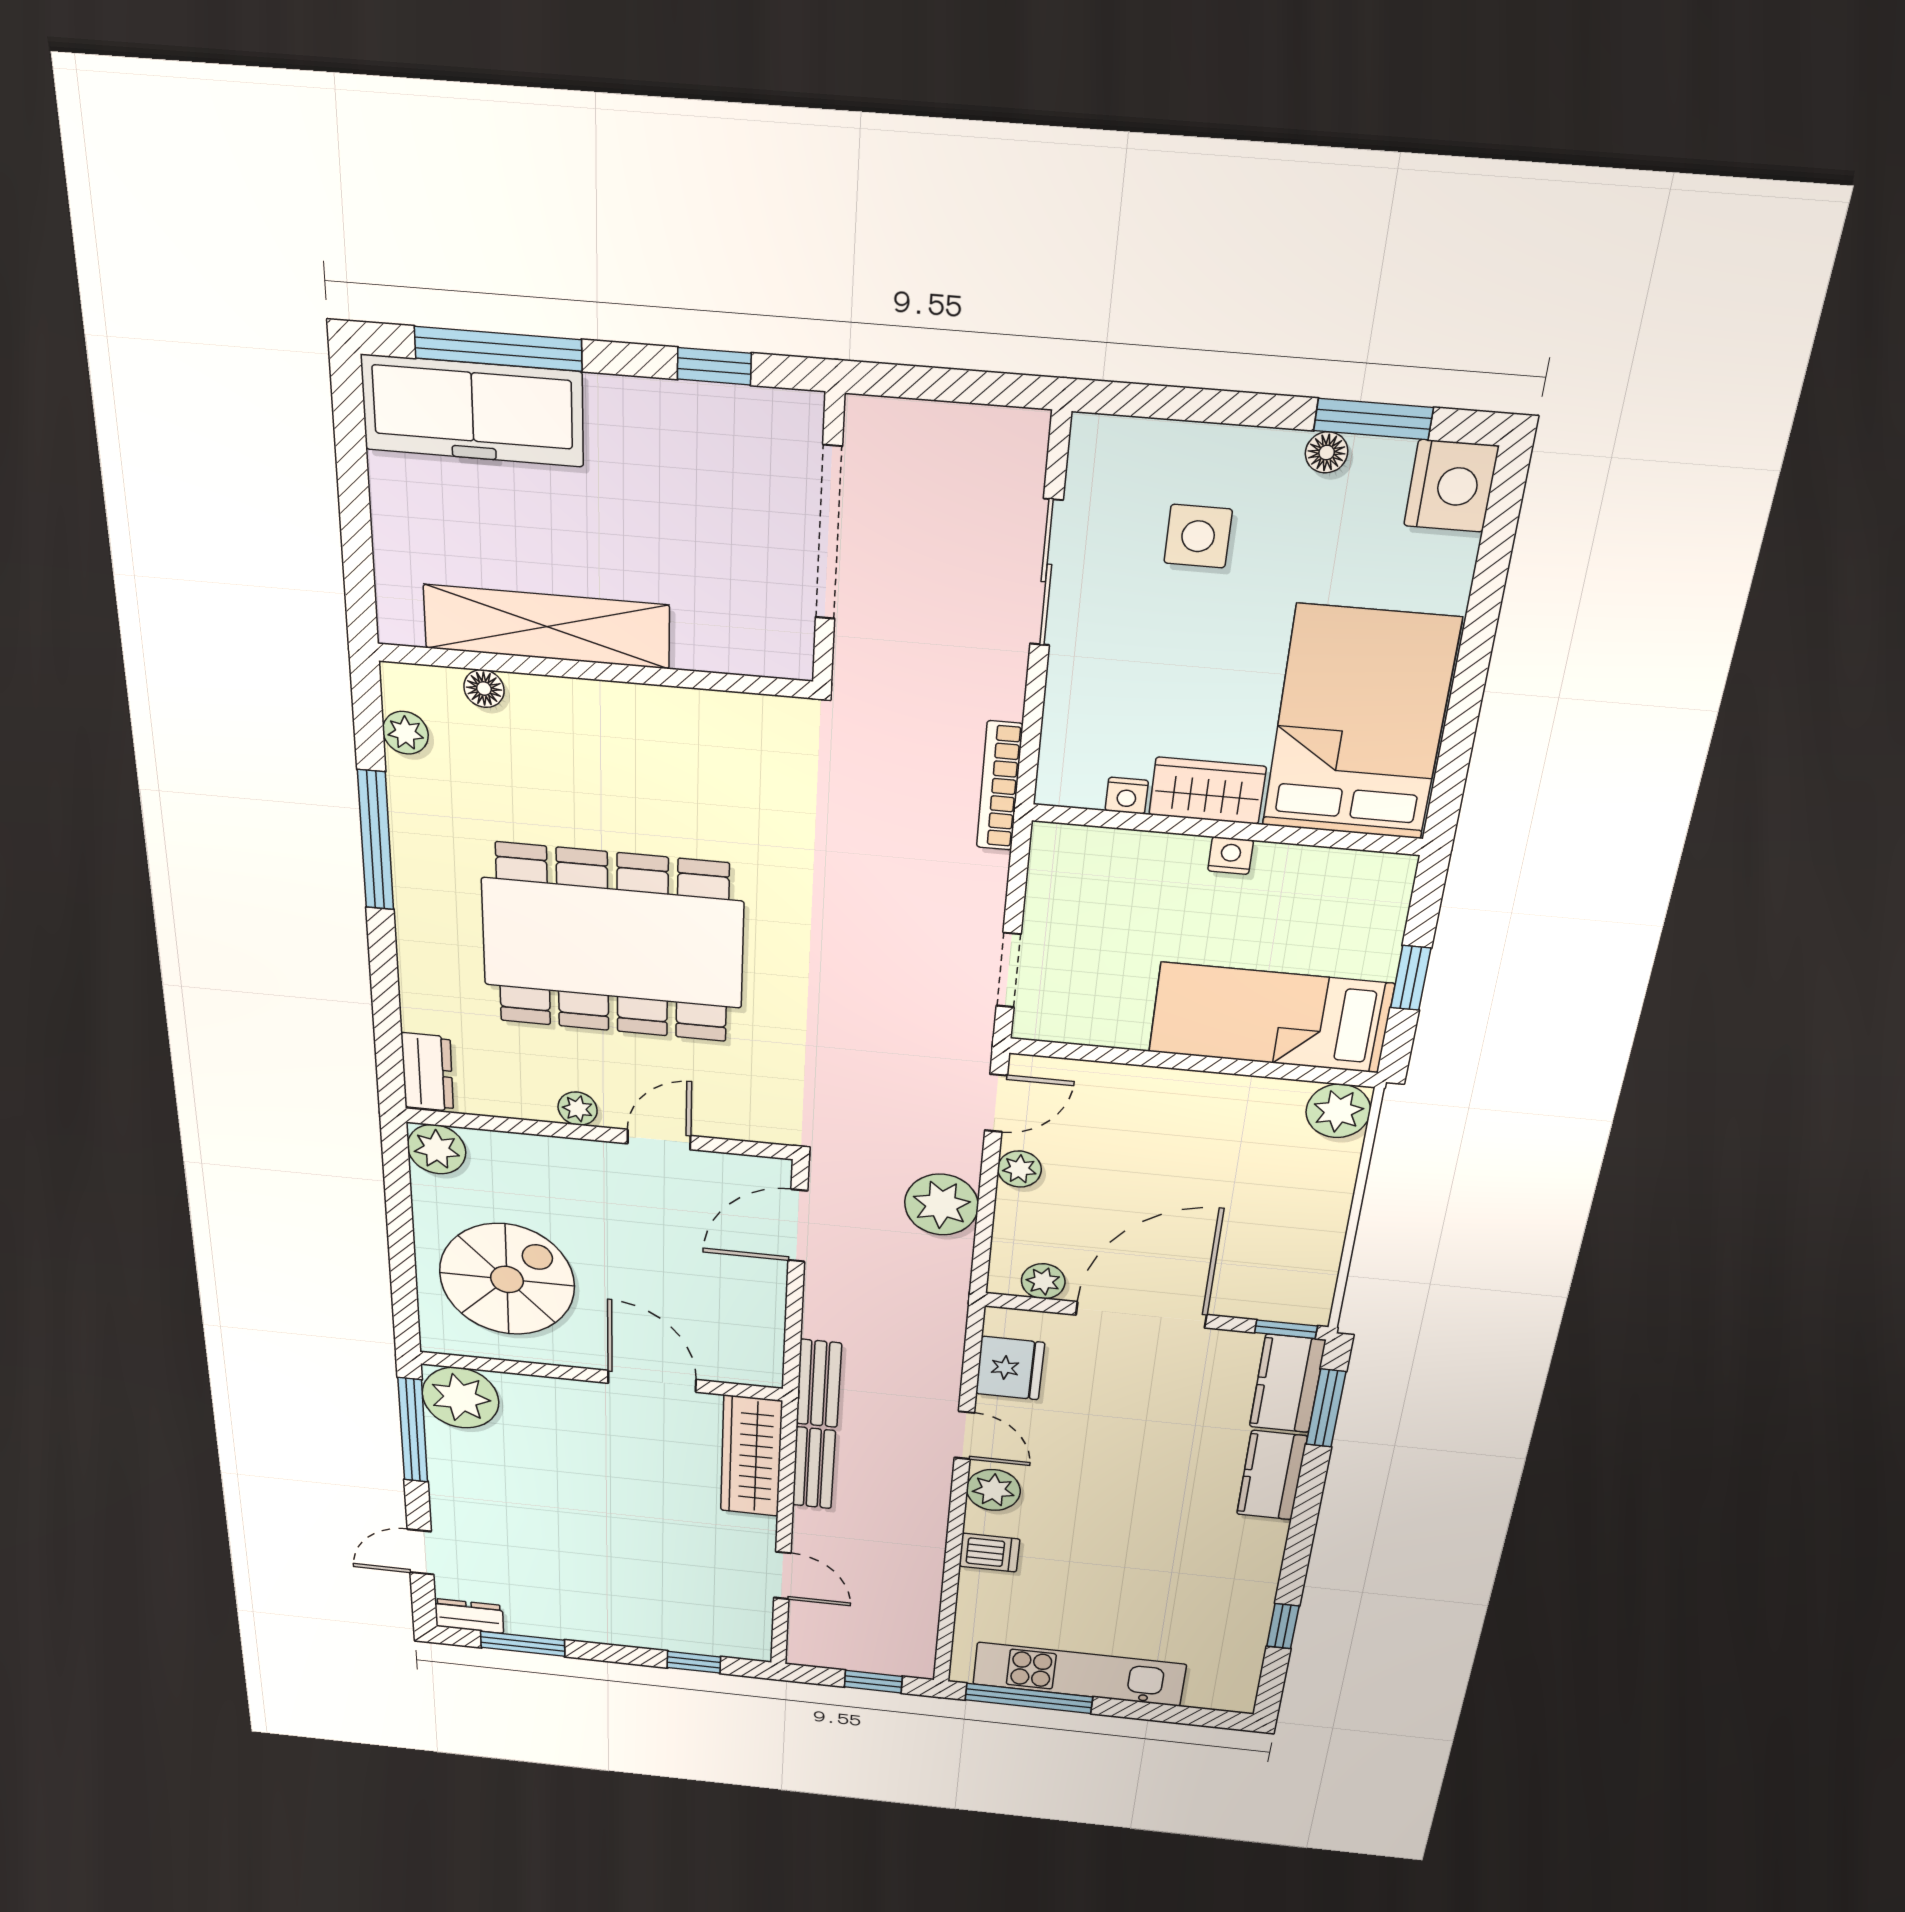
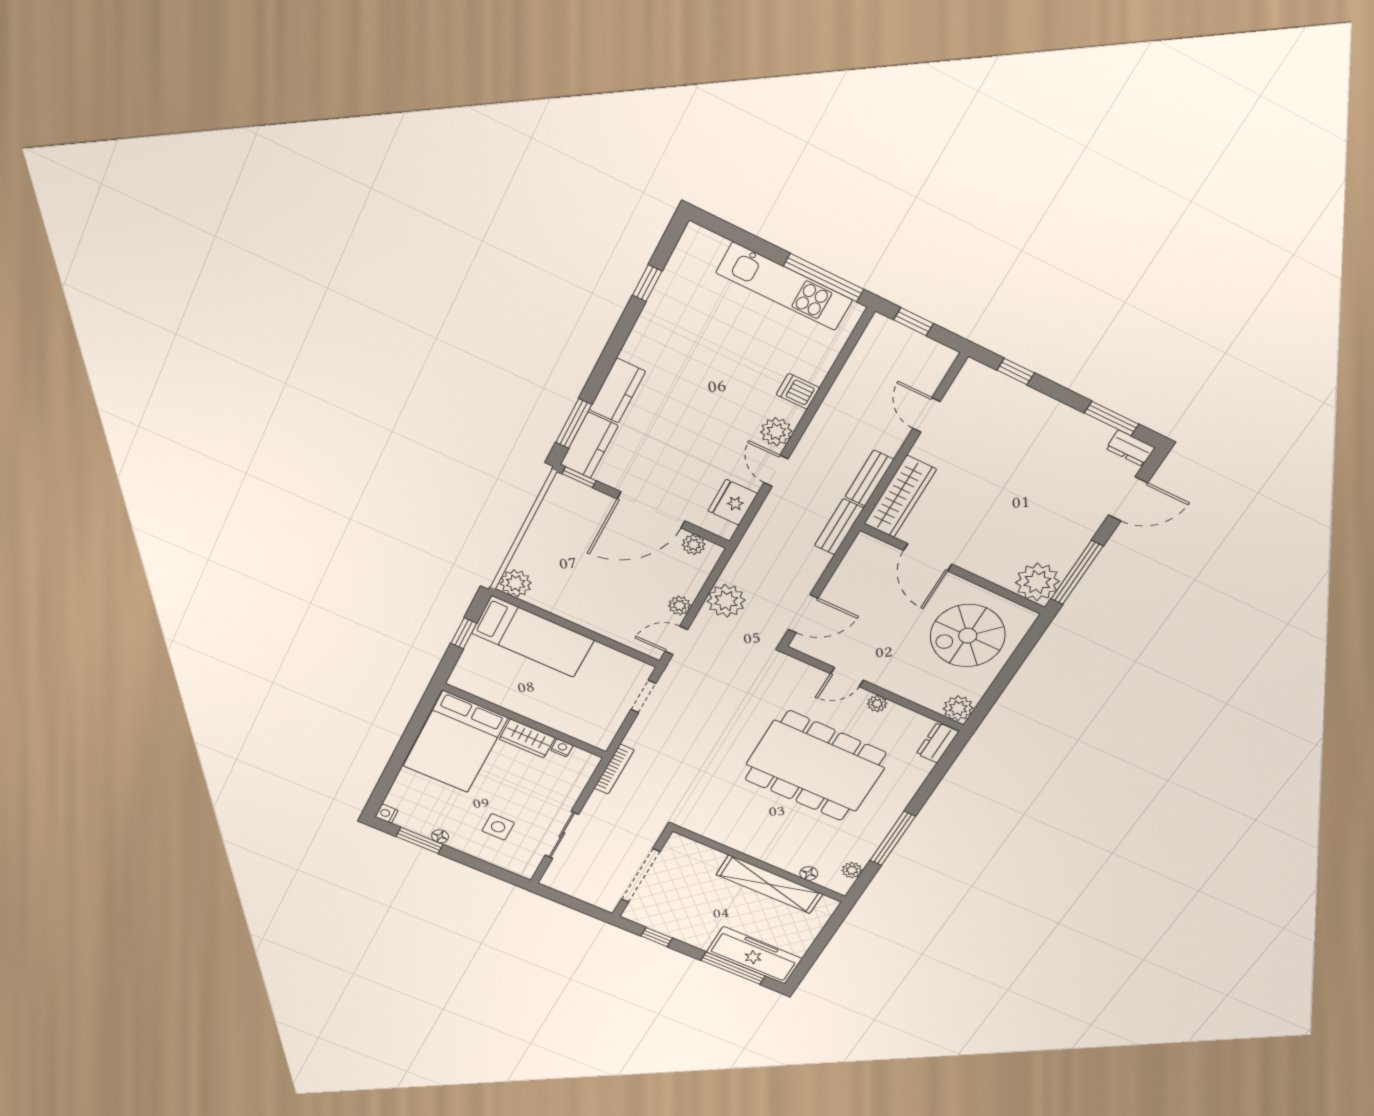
nightstand: (1451, 486) -> (386, 814), width x0.53, depth x0.56
nightstand: (1231, 856) -> (526, 710), removed
door: (421, 1552) -> (1128, 499), width x1.38

